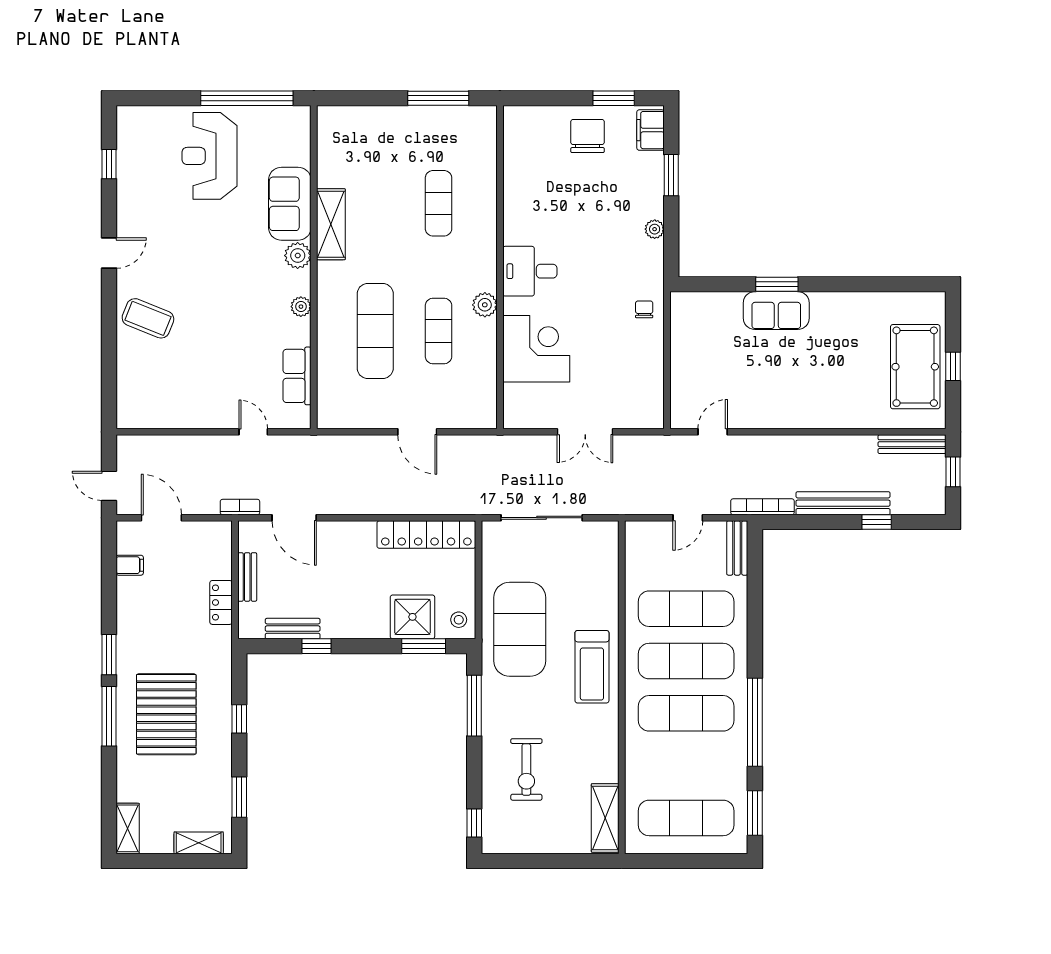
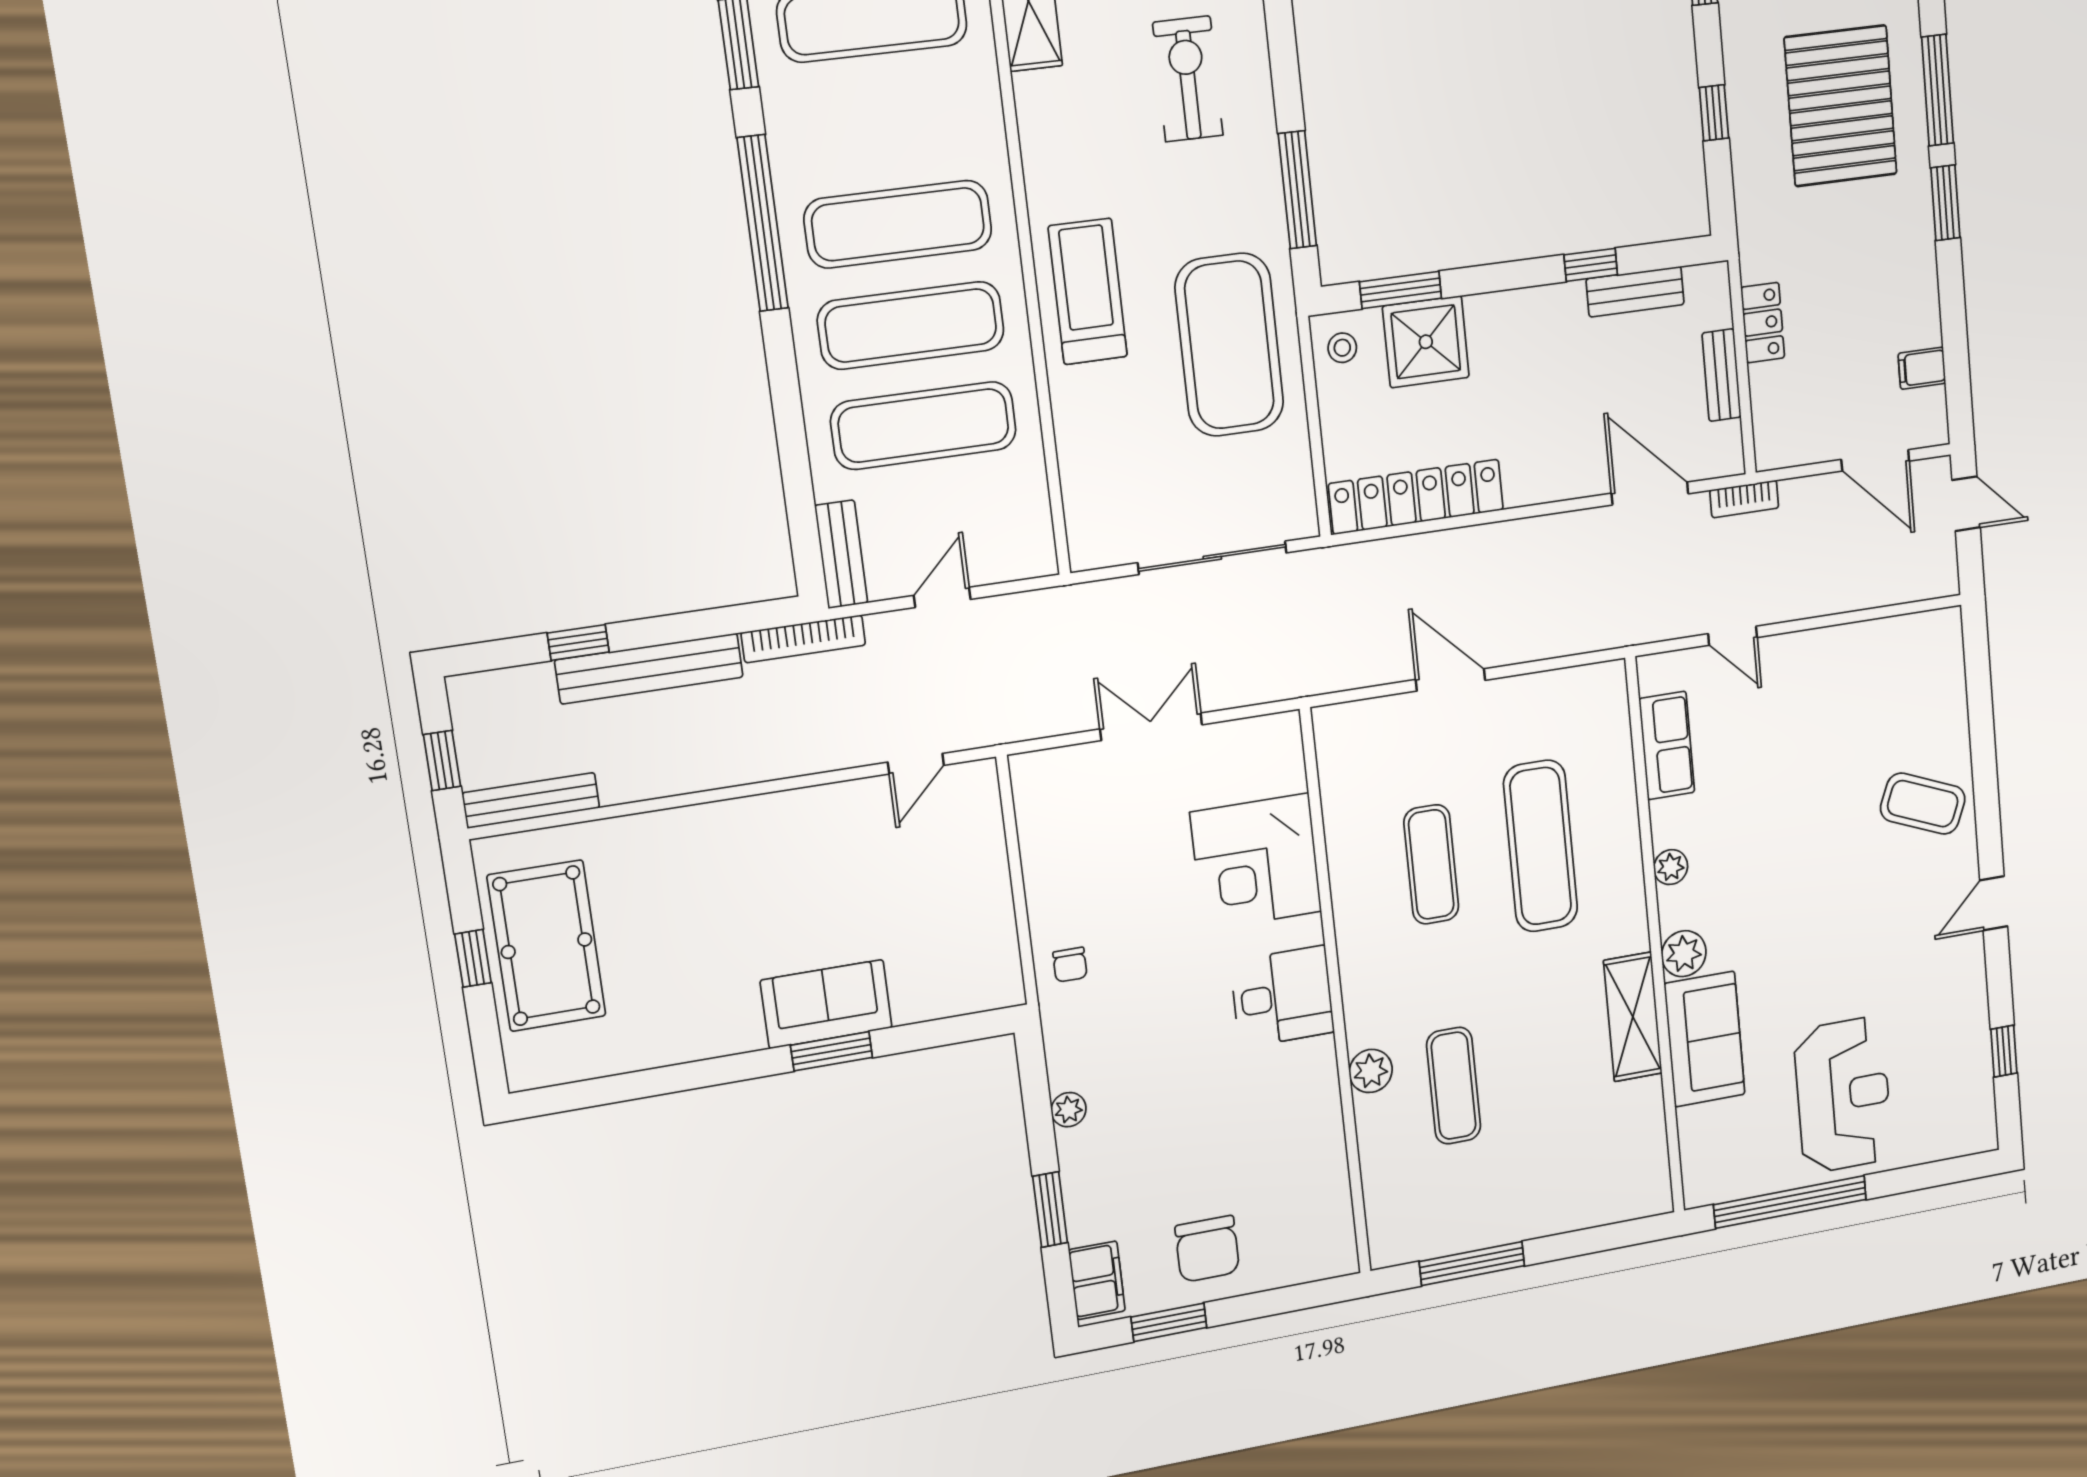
plant: (485, 305) -> (1371, 1071), moved

